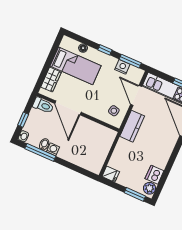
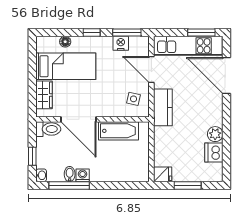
bathtub: (93, 129) -> (119, 131), added
plant: (150, 188) -> (215, 134), moved
window: (135, 194) -> (188, 186), moved

